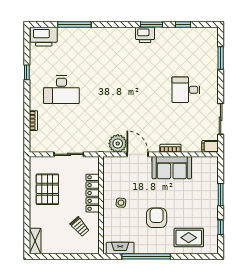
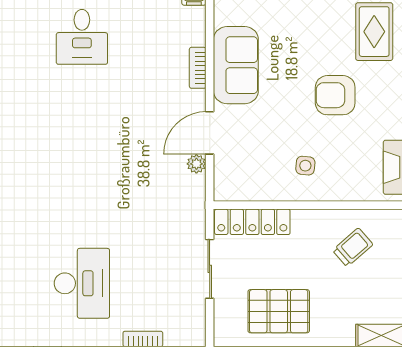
plant: (118, 143) -> (196, 164), width x0.53, depth x0.53
locker: (93, 193) -> (252, 222), moved

